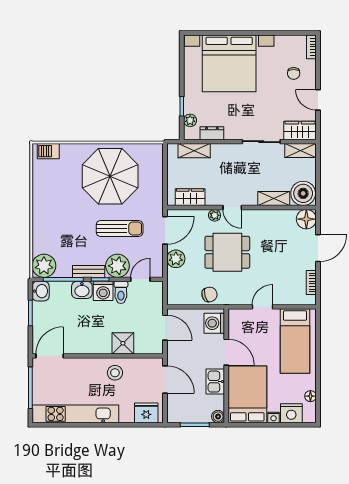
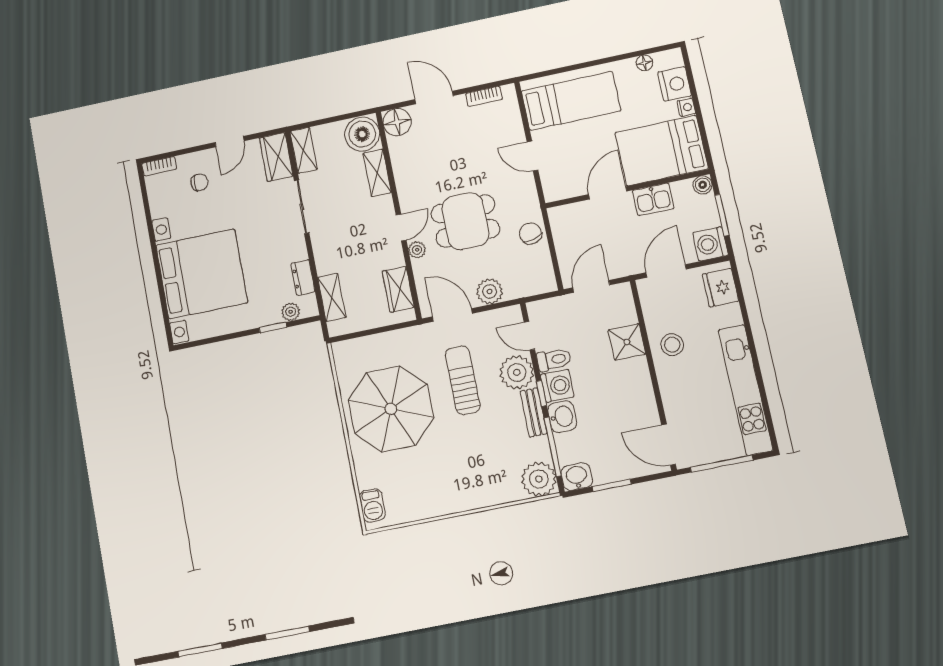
dining table: (227, 252) -> (465, 221), turned 90
washing machine: (214, 323) -> (710, 244), moved, turned 90

